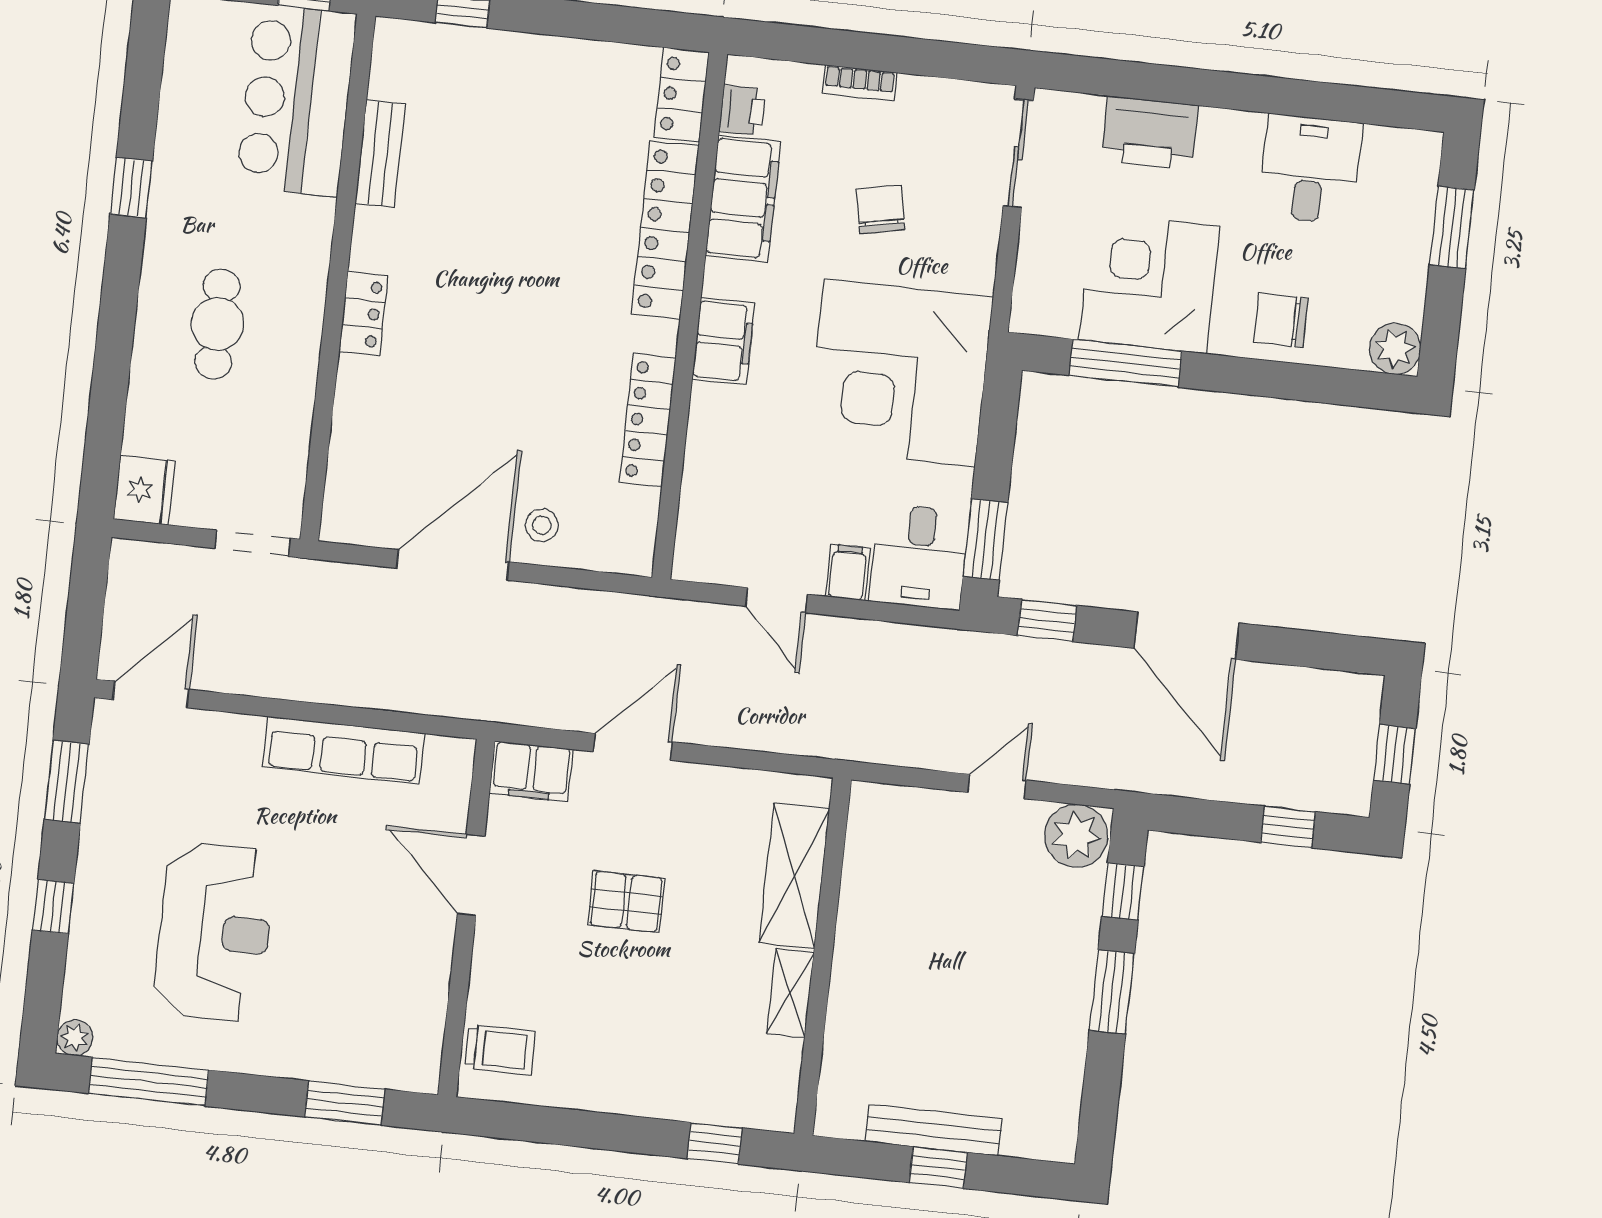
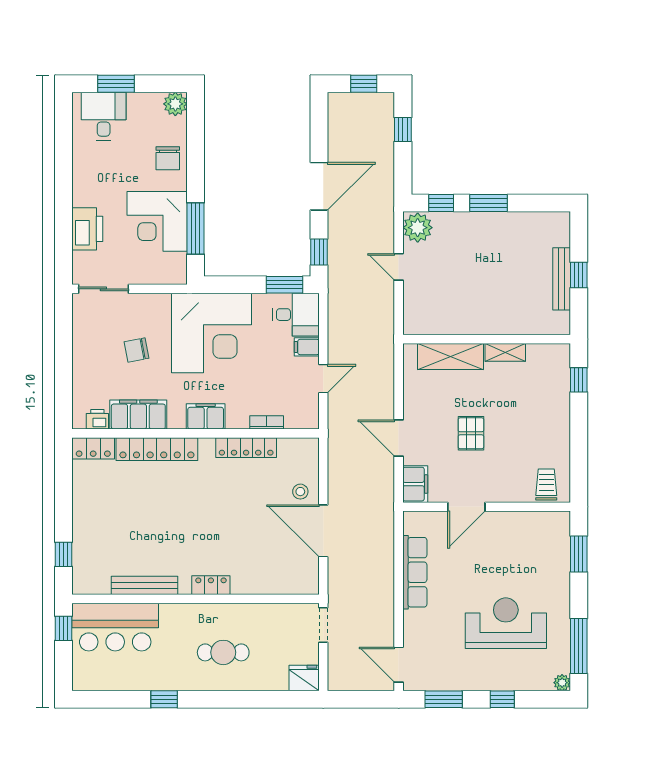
bookcase: (860, 83) -> (267, 422), moved, turned -90
bench: (380, 154) -> (145, 585), width x1.36
desk: (1310, 169) -> (104, 116), moved, turned 90

